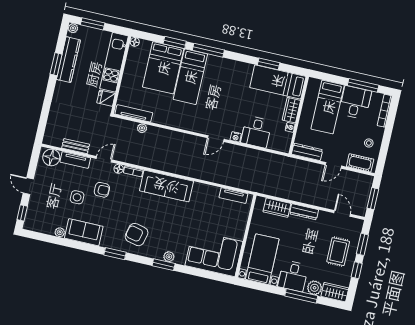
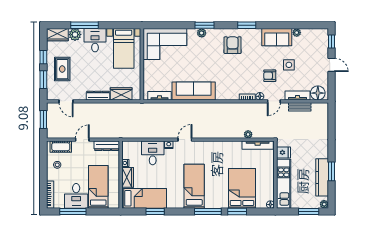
bed: (190, 77) -> (194, 186), moved
sofa: (166, 186) -> (194, 91), moved
armchair: (137, 235) -> (233, 45), turned -103

